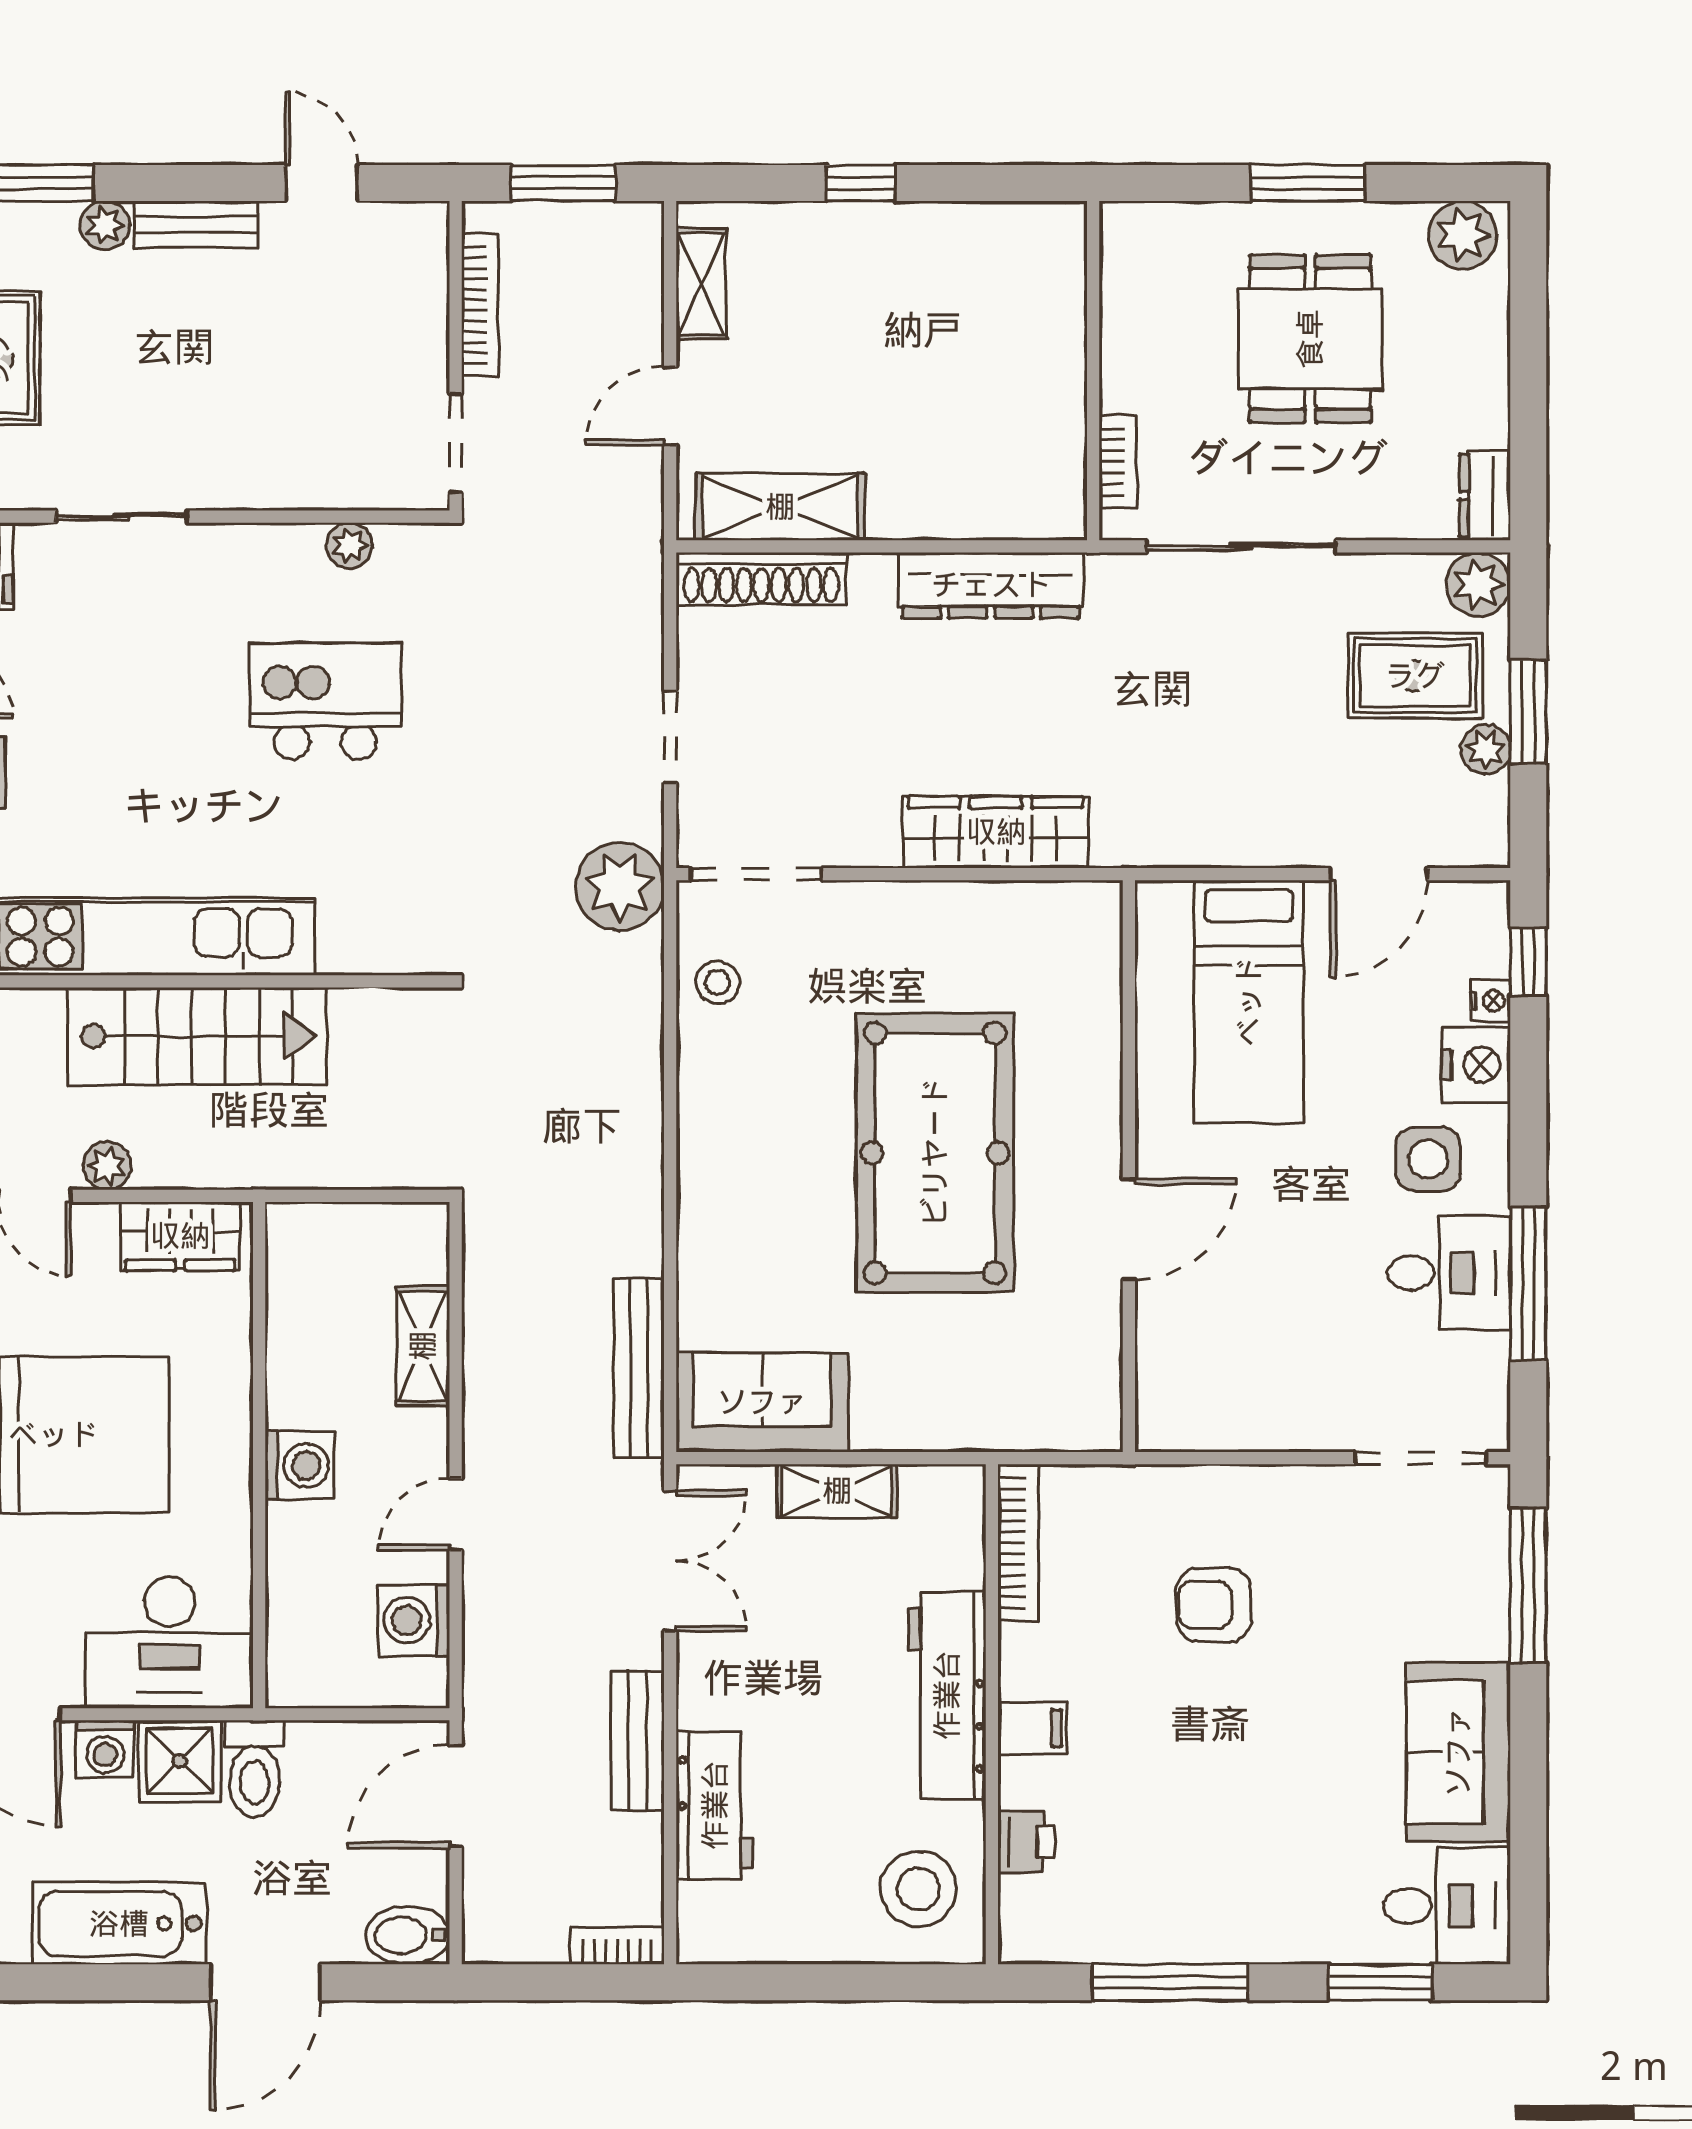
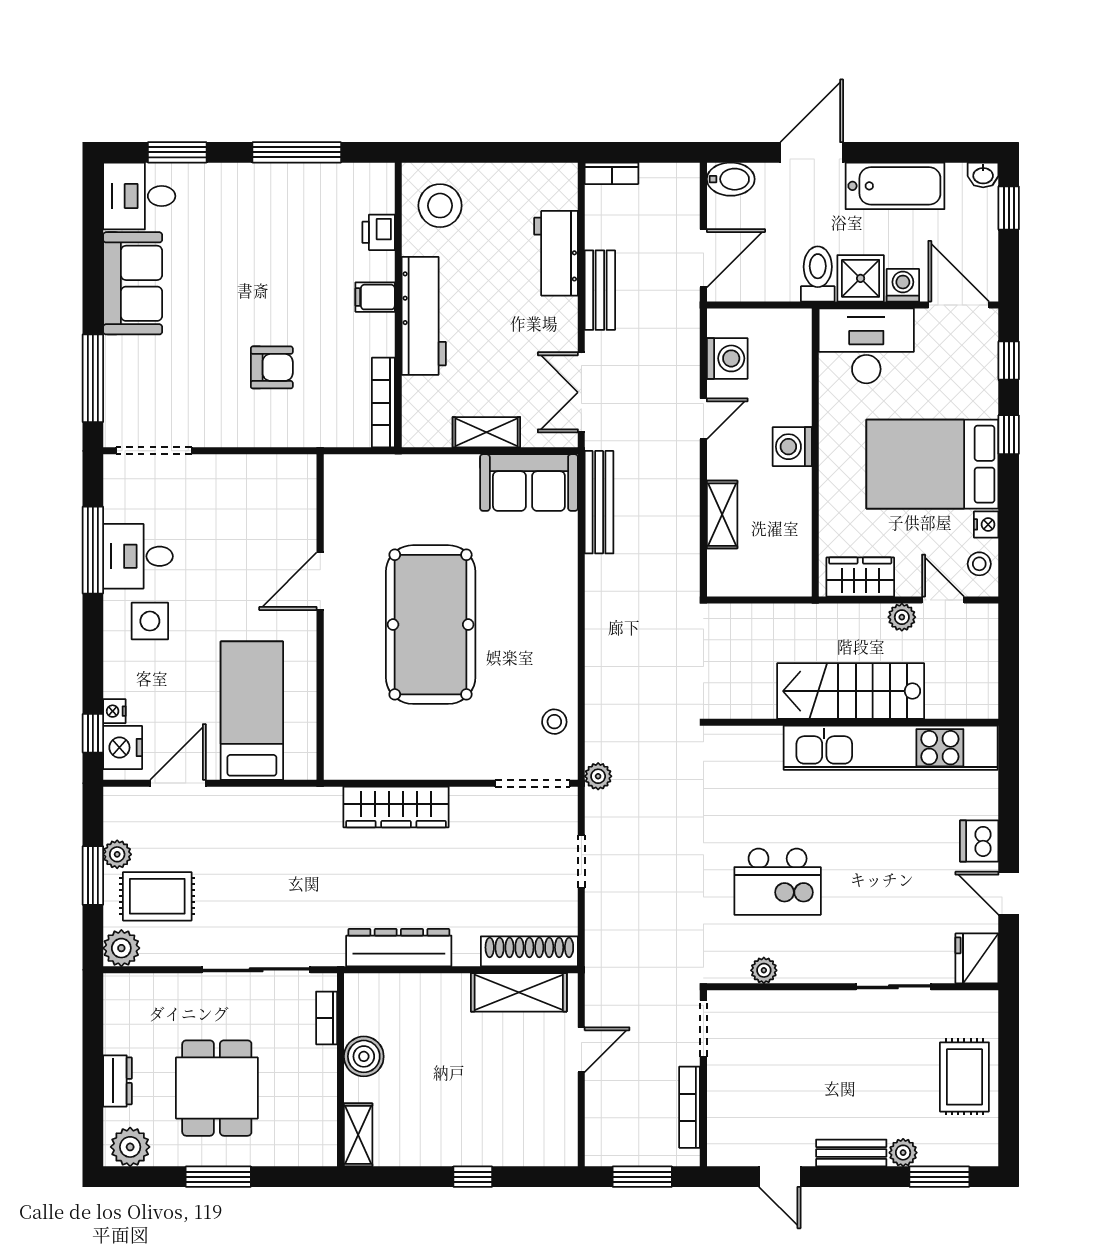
shelving: (701, 284) -> (358, 1135), moved
boiler: (1052, 394) -> (364, 1056), added
dresser: (1485, 495) -> (117, 1081), moved
plant: (620, 886) -> (598, 776), width x0.53, depth x0.53
nightstand: (1476, 1065) -> (123, 748), moved

